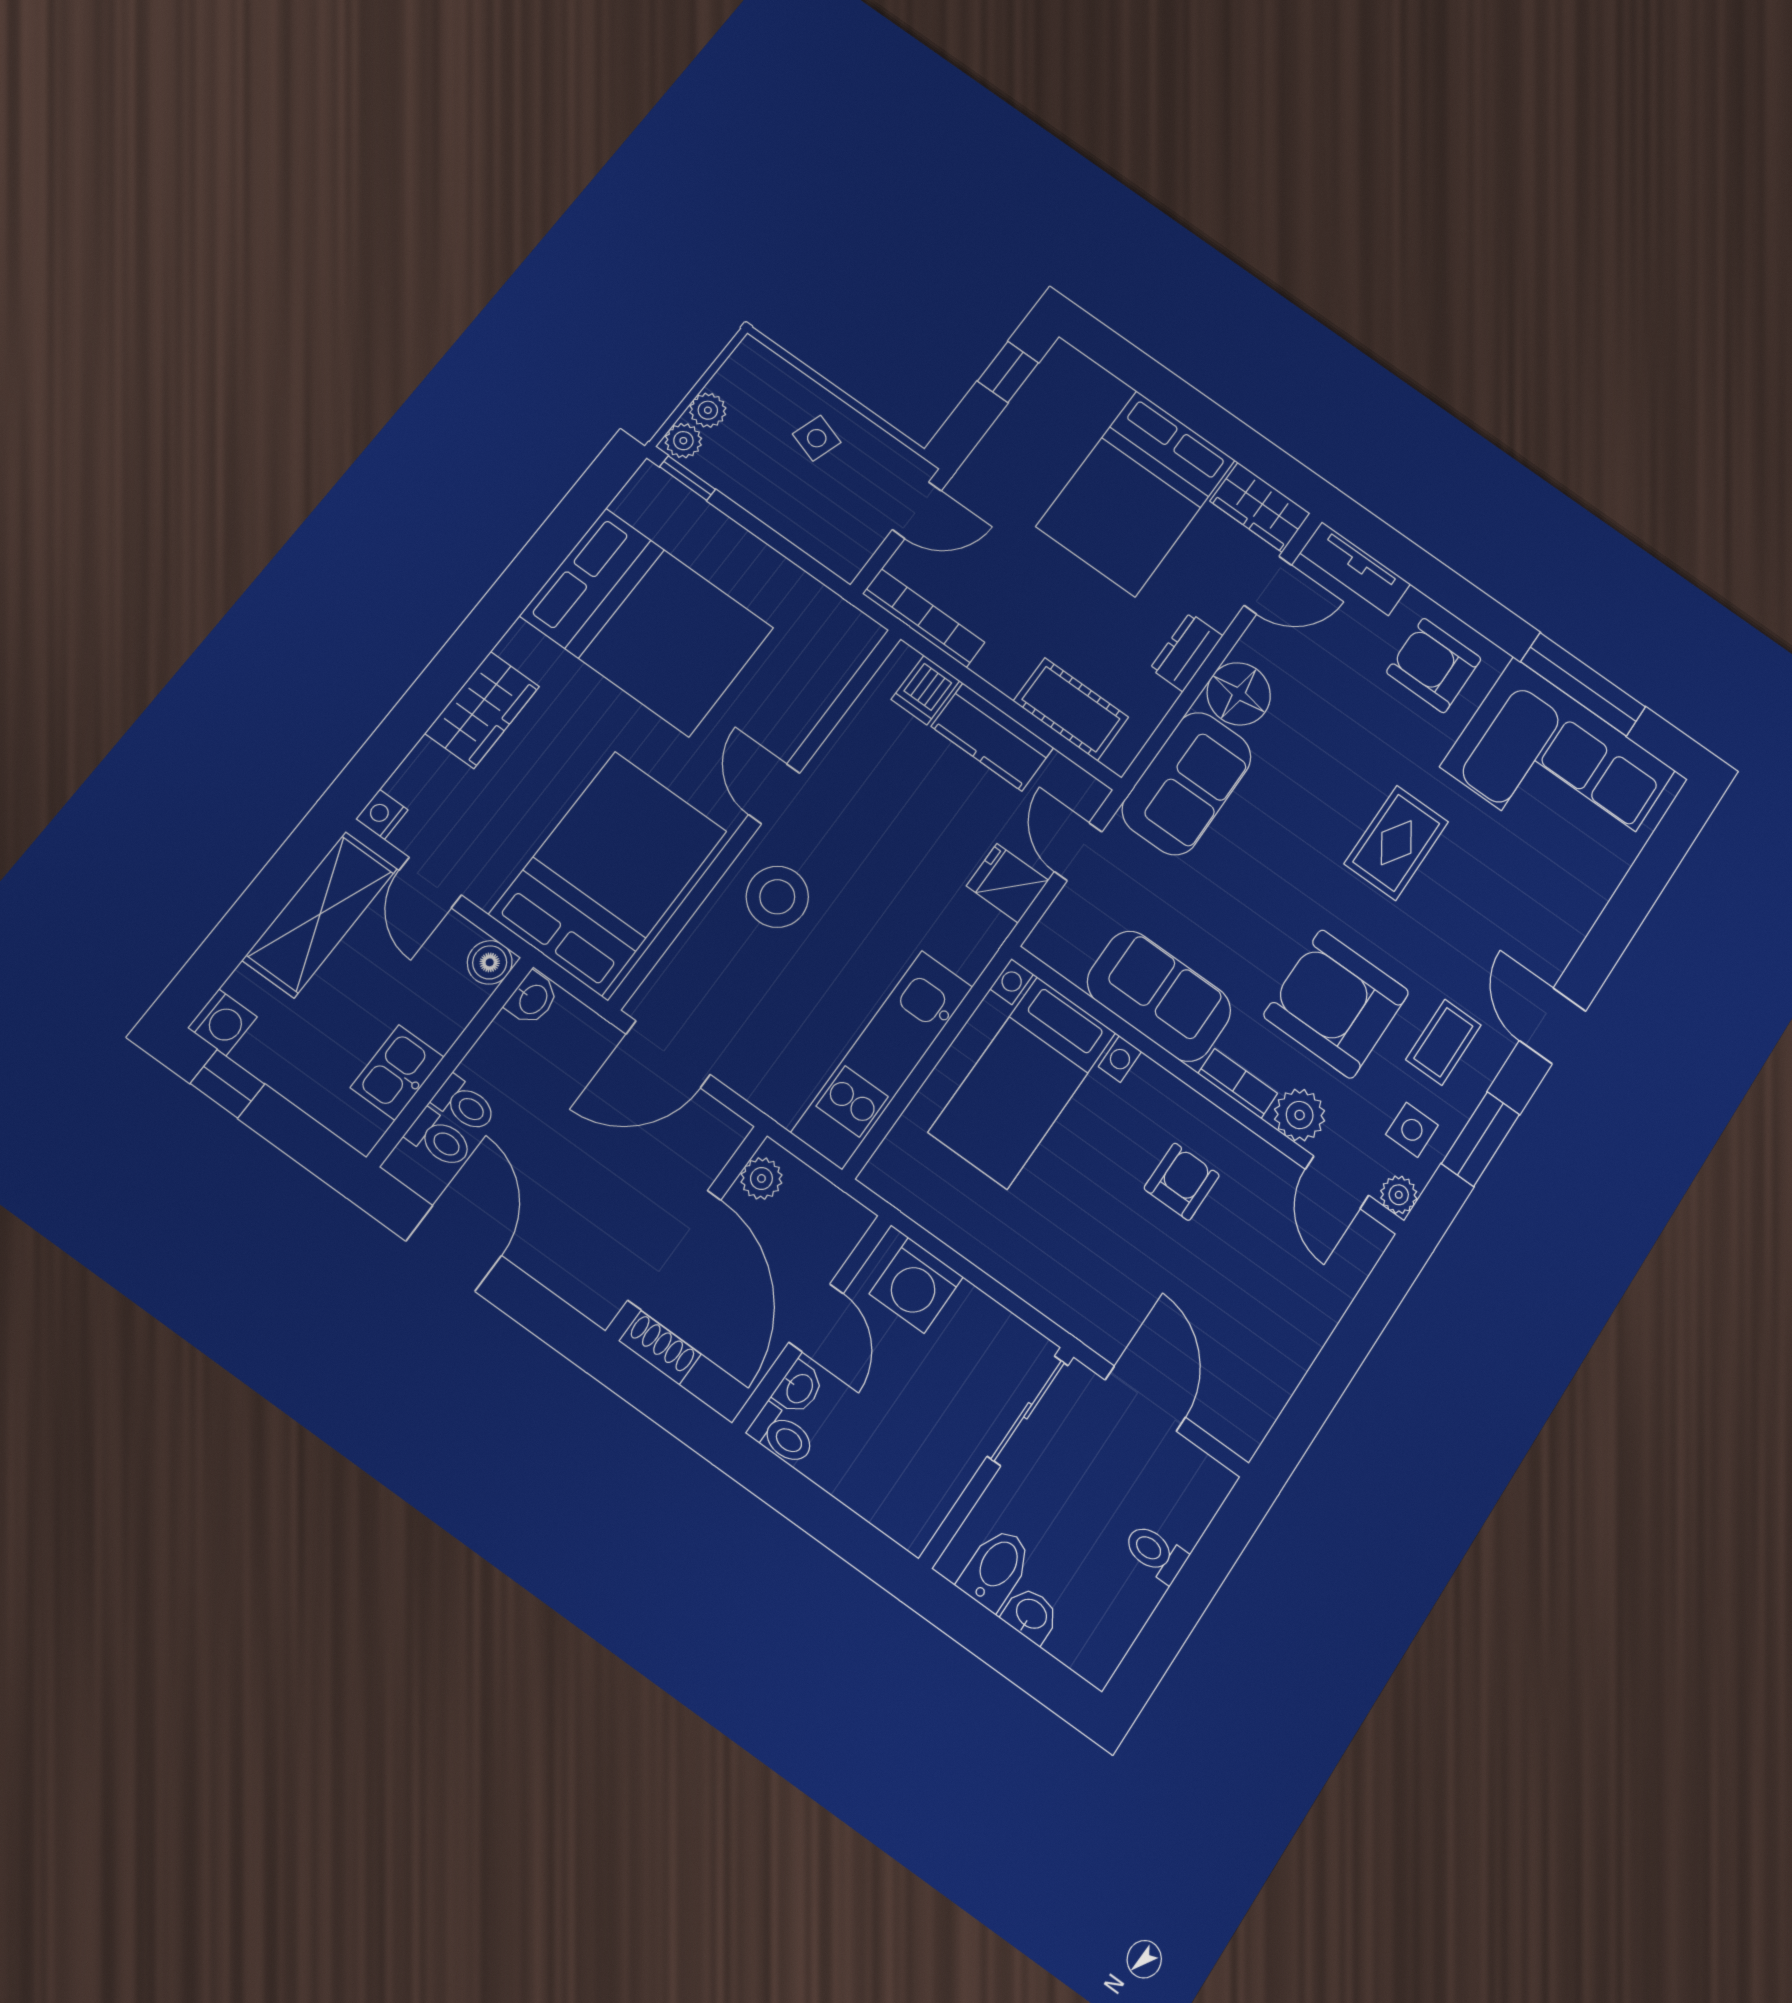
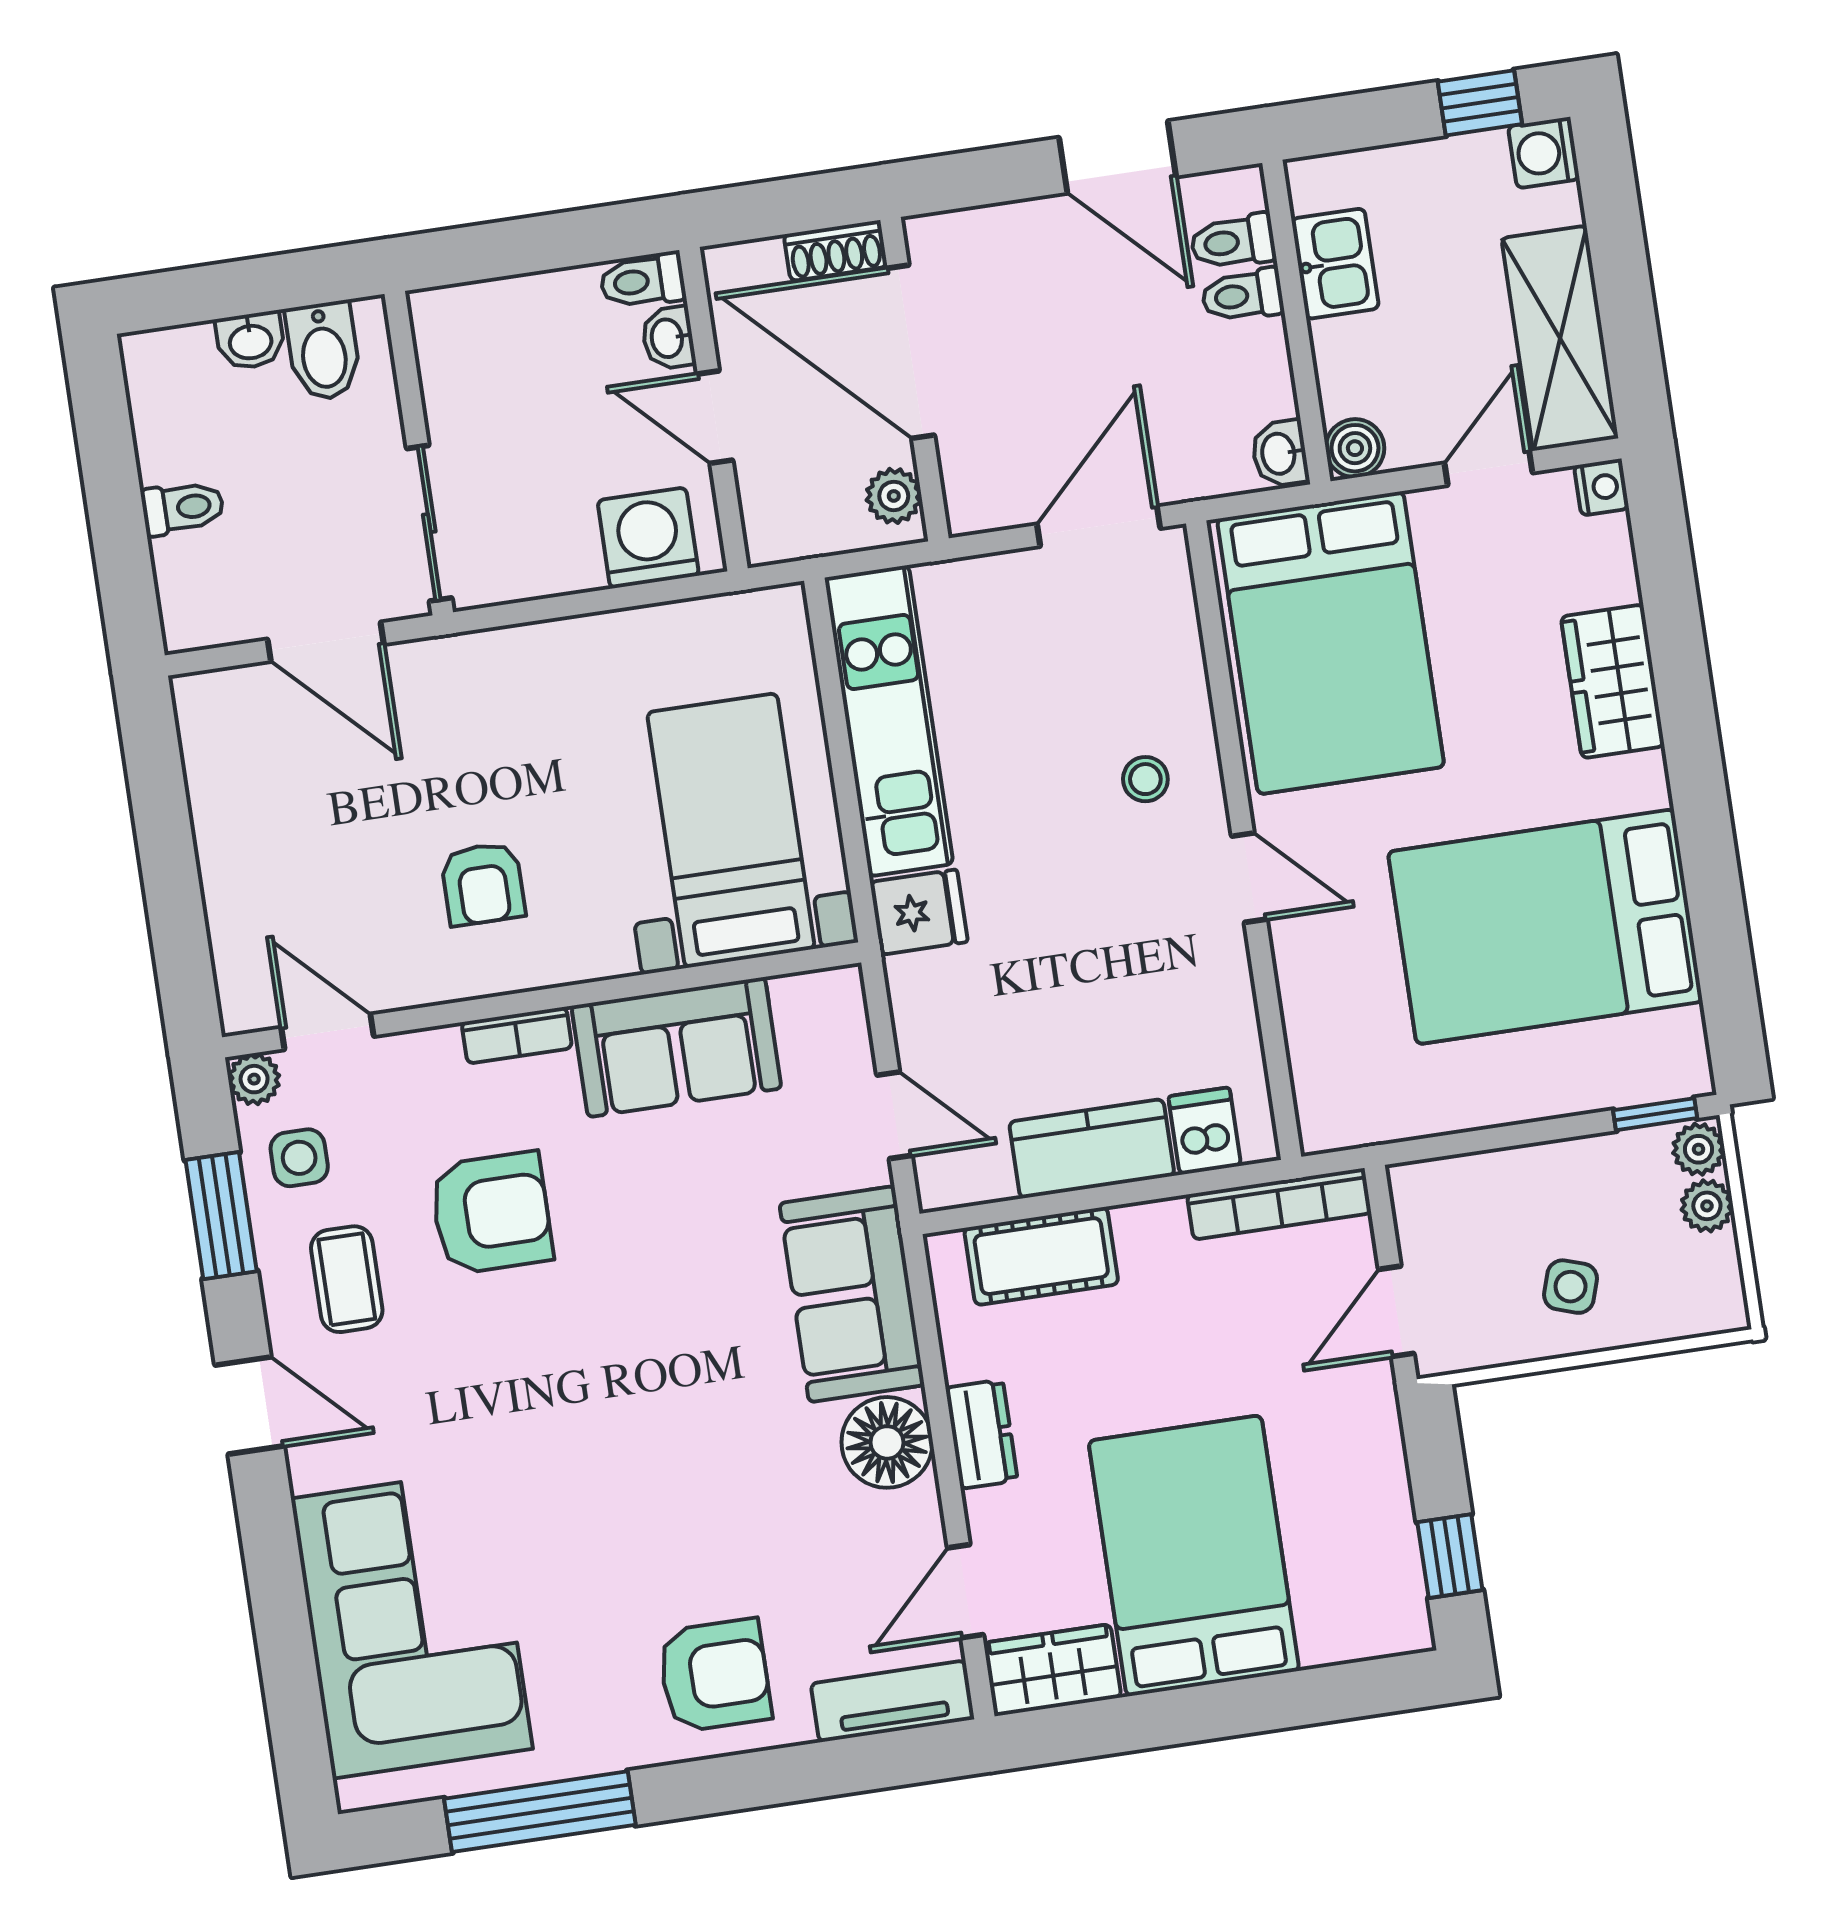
corner sofa: (1558, 769) -> (412, 1624), moved, turned 90
rug: (1396, 843) -> (582, 1443), removed
door: (430, 883) -> (1489, 468), hinge flipped
fridge: (1008, 883) -> (919, 912), moved
stool: (777, 897) -> (1145, 779), width x0.53, depth x0.53
armchair: (1336, 1004) -> (491, 1213), width x0.73, depth x0.73
plant: (1300, 1115) -> (426, 1063), removed

